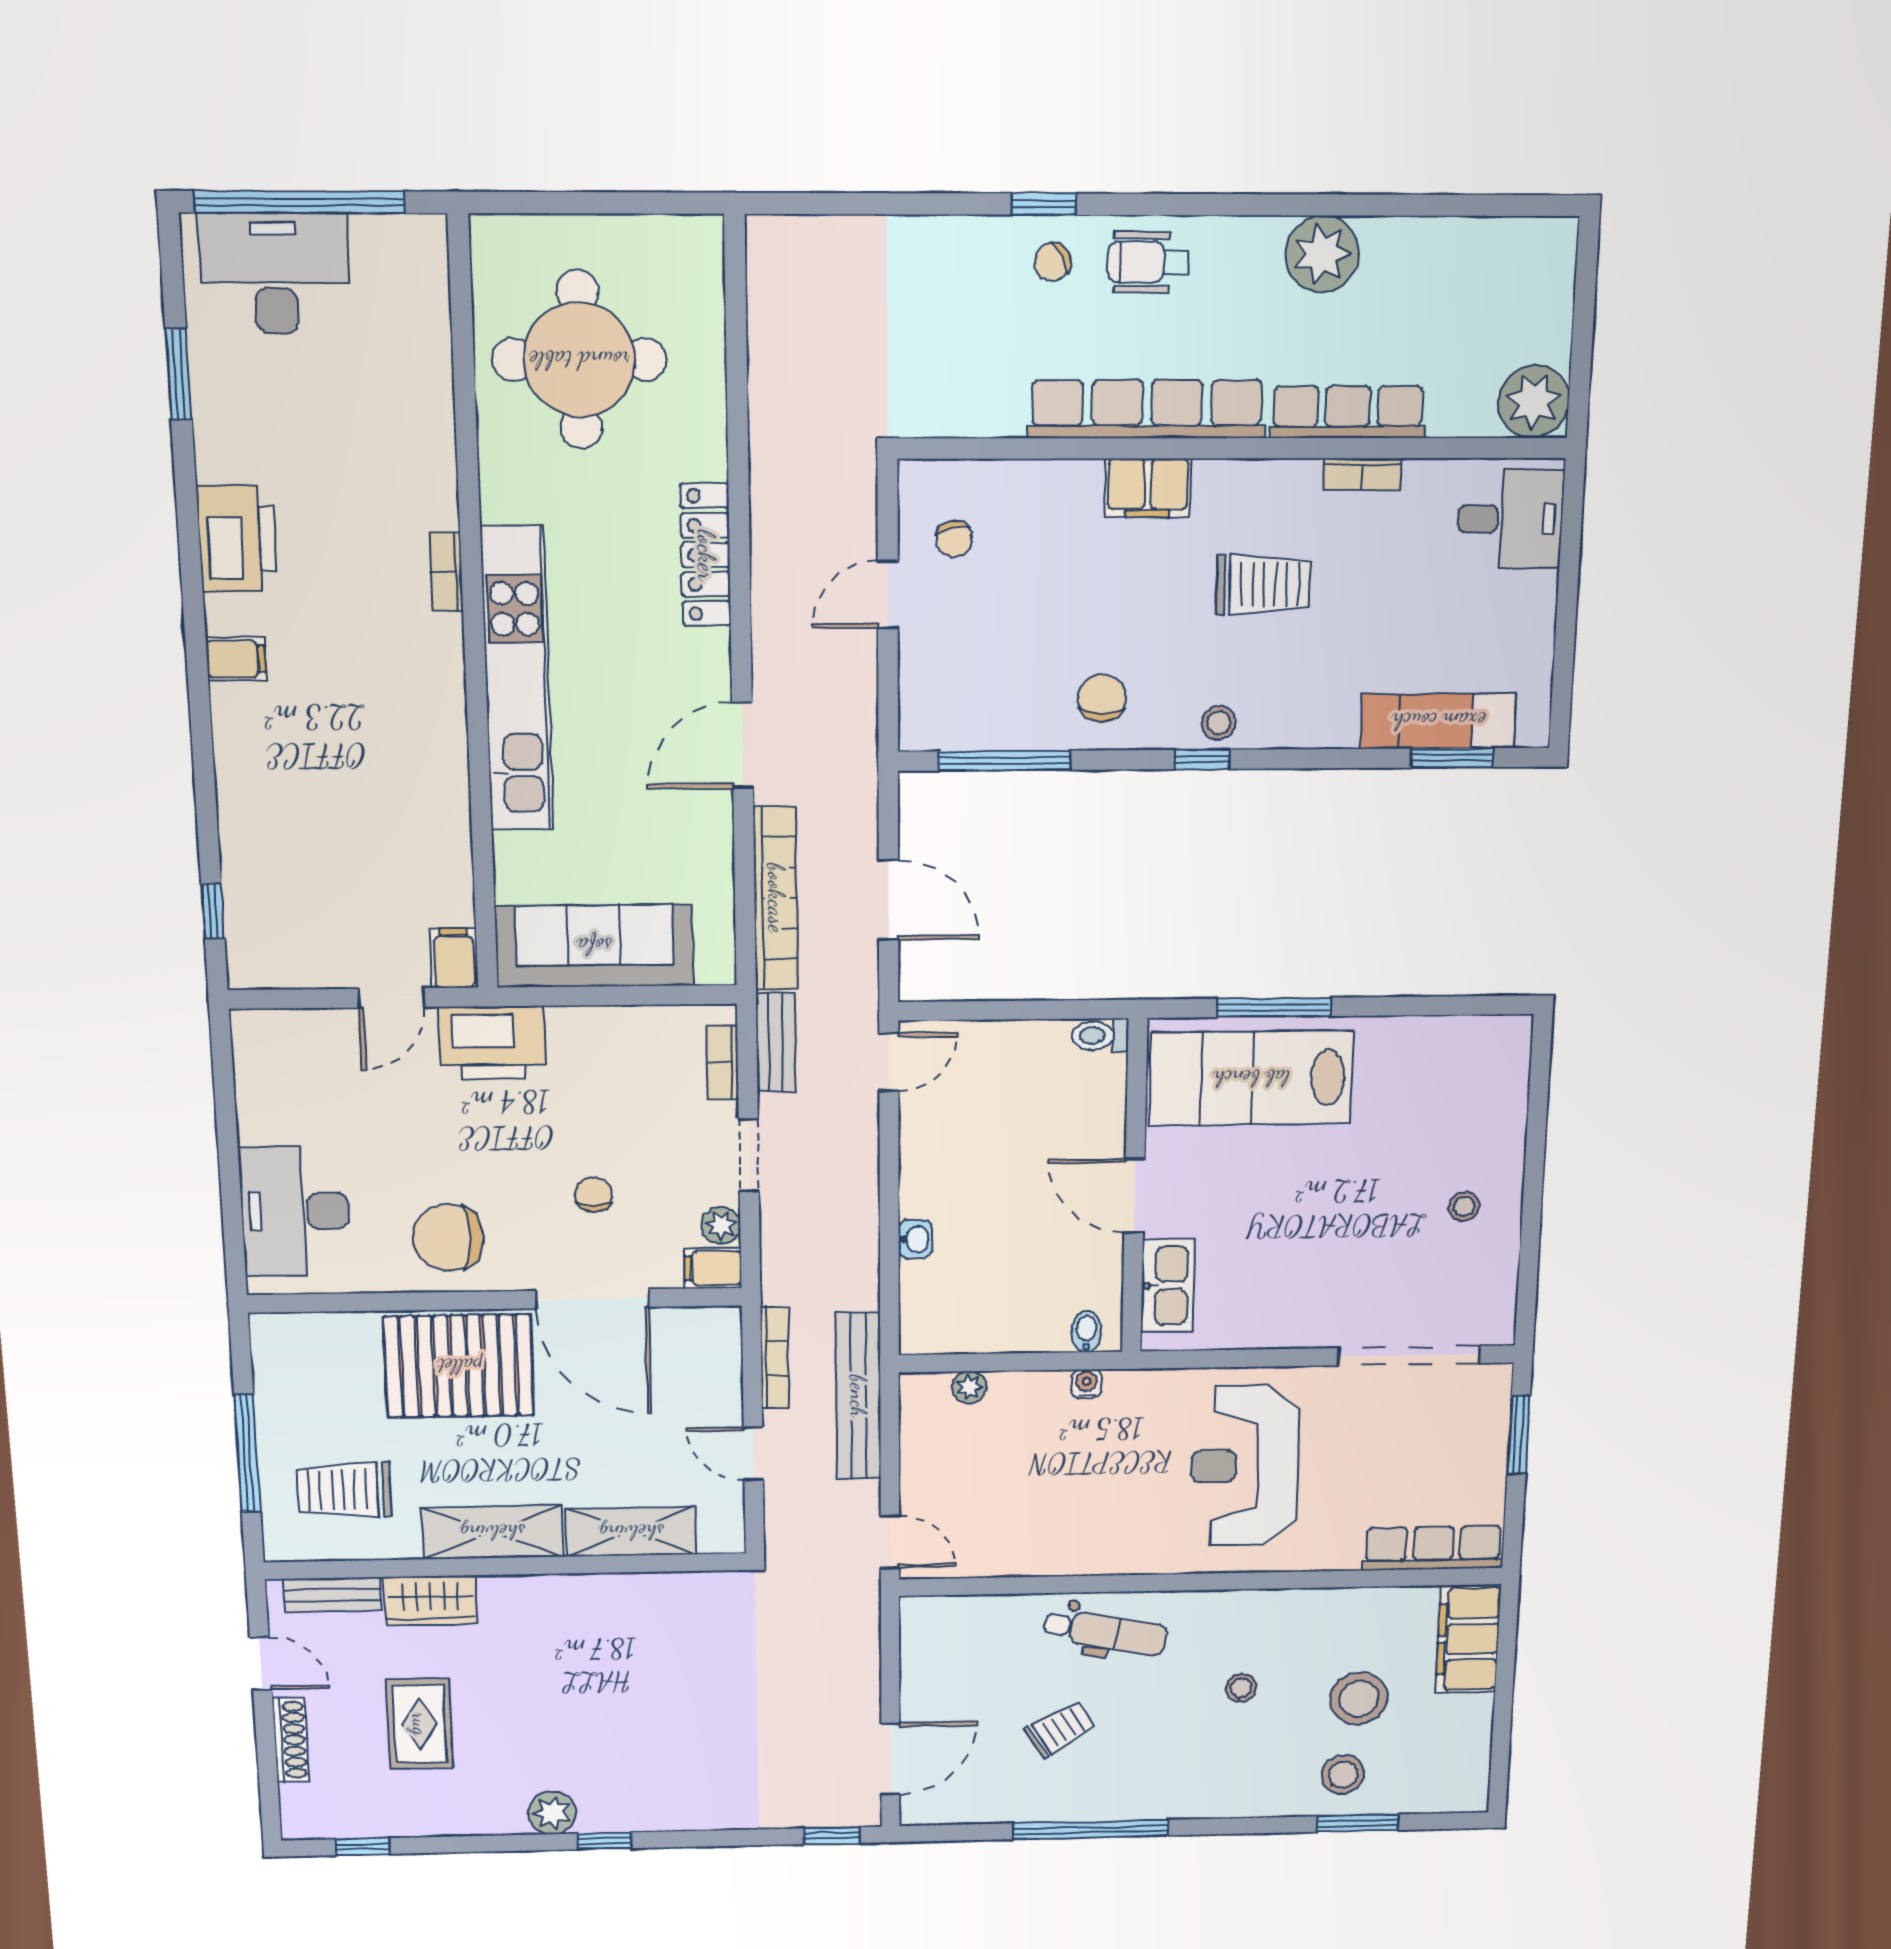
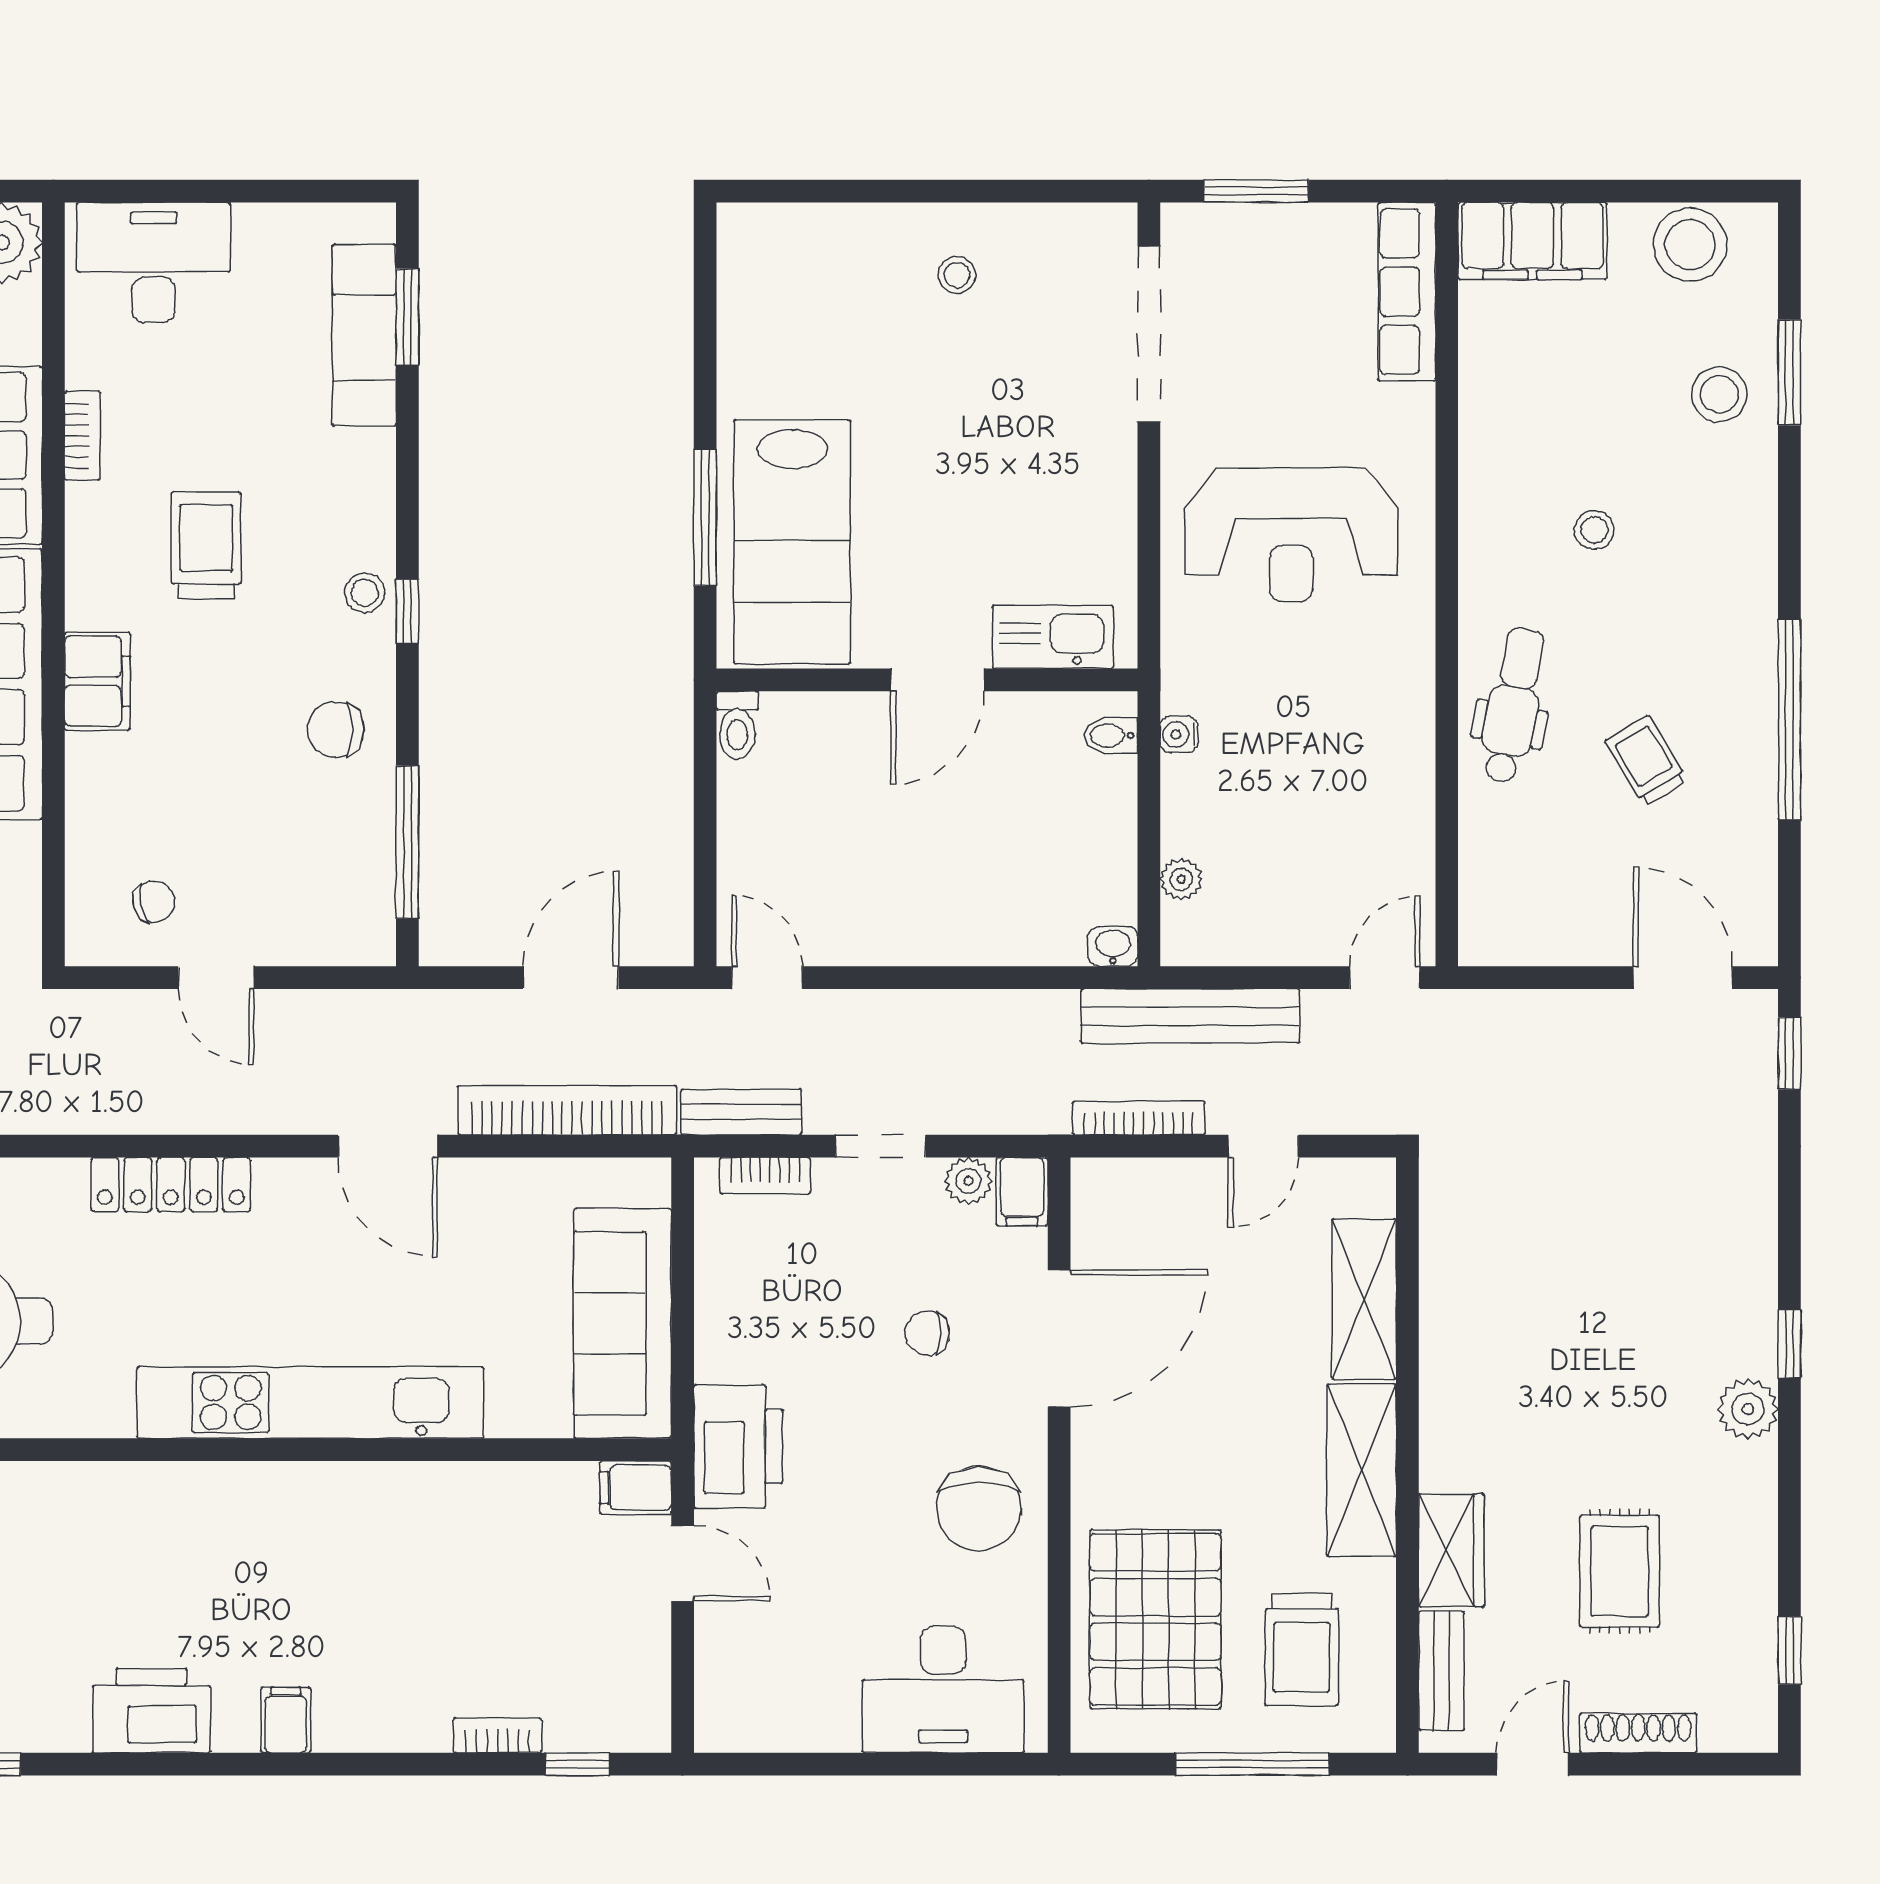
desk: (1510, 519) -> (154, 263), width x1.37
bookcase: (446, 572) -> (498, 1735), moved, turned 180
washbasin: (915, 1239) -> (1113, 946), moved
pallet: (459, 1366) -> (1155, 1619), moved
stool: (1359, 1699) -> (1690, 245), moved
rug: (420, 1724) -> (1620, 1571), turned 90

